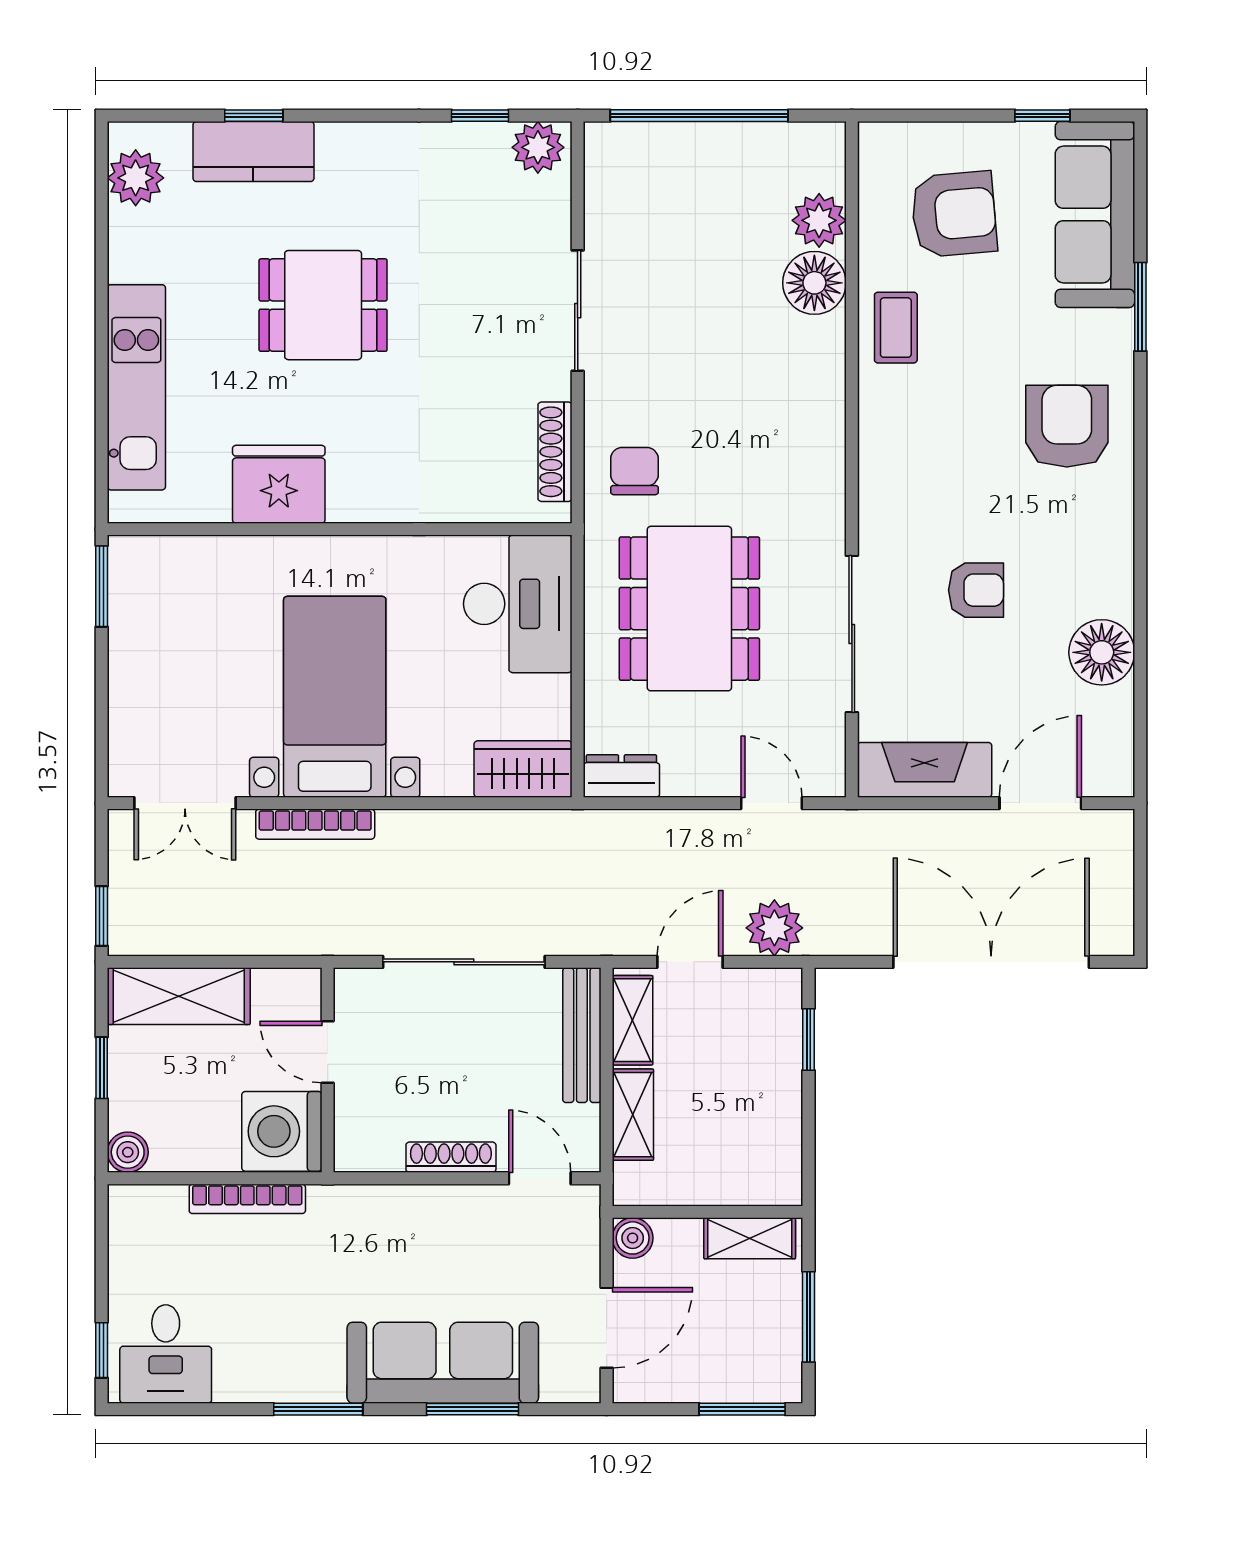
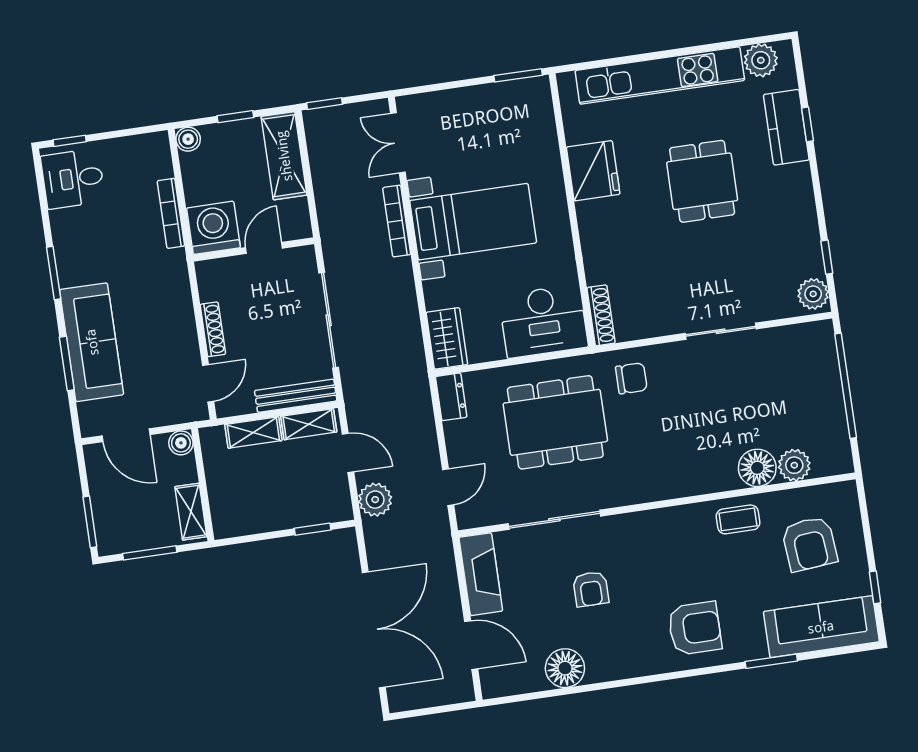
kitchen unit: (136, 387) -> (660, 76), width x1.36
shoe rack: (555, 452) -> (601, 315), moved, turned 90

